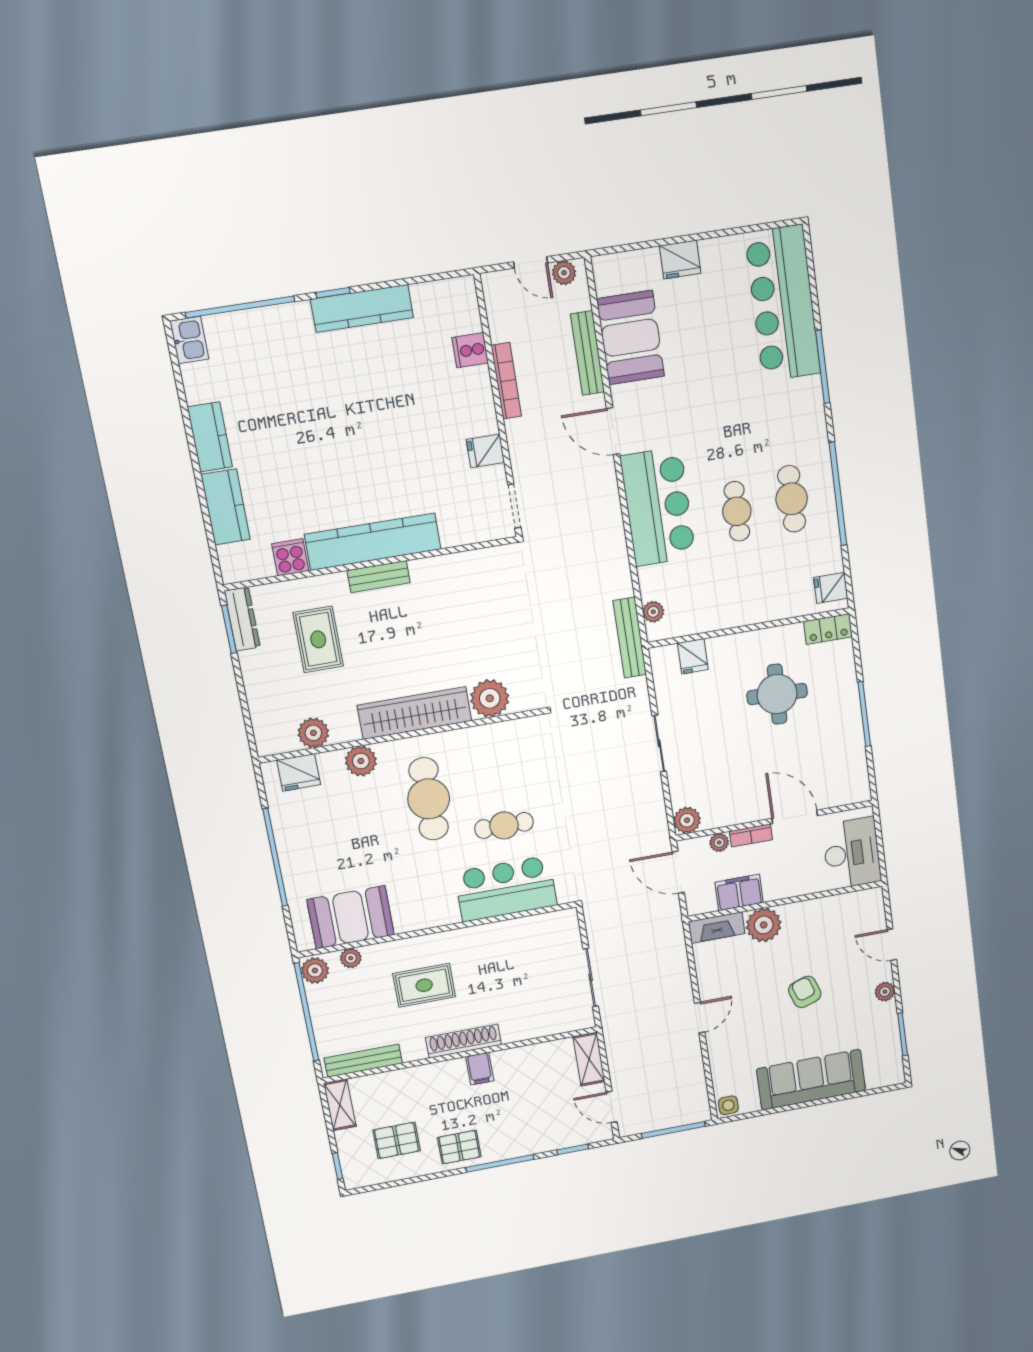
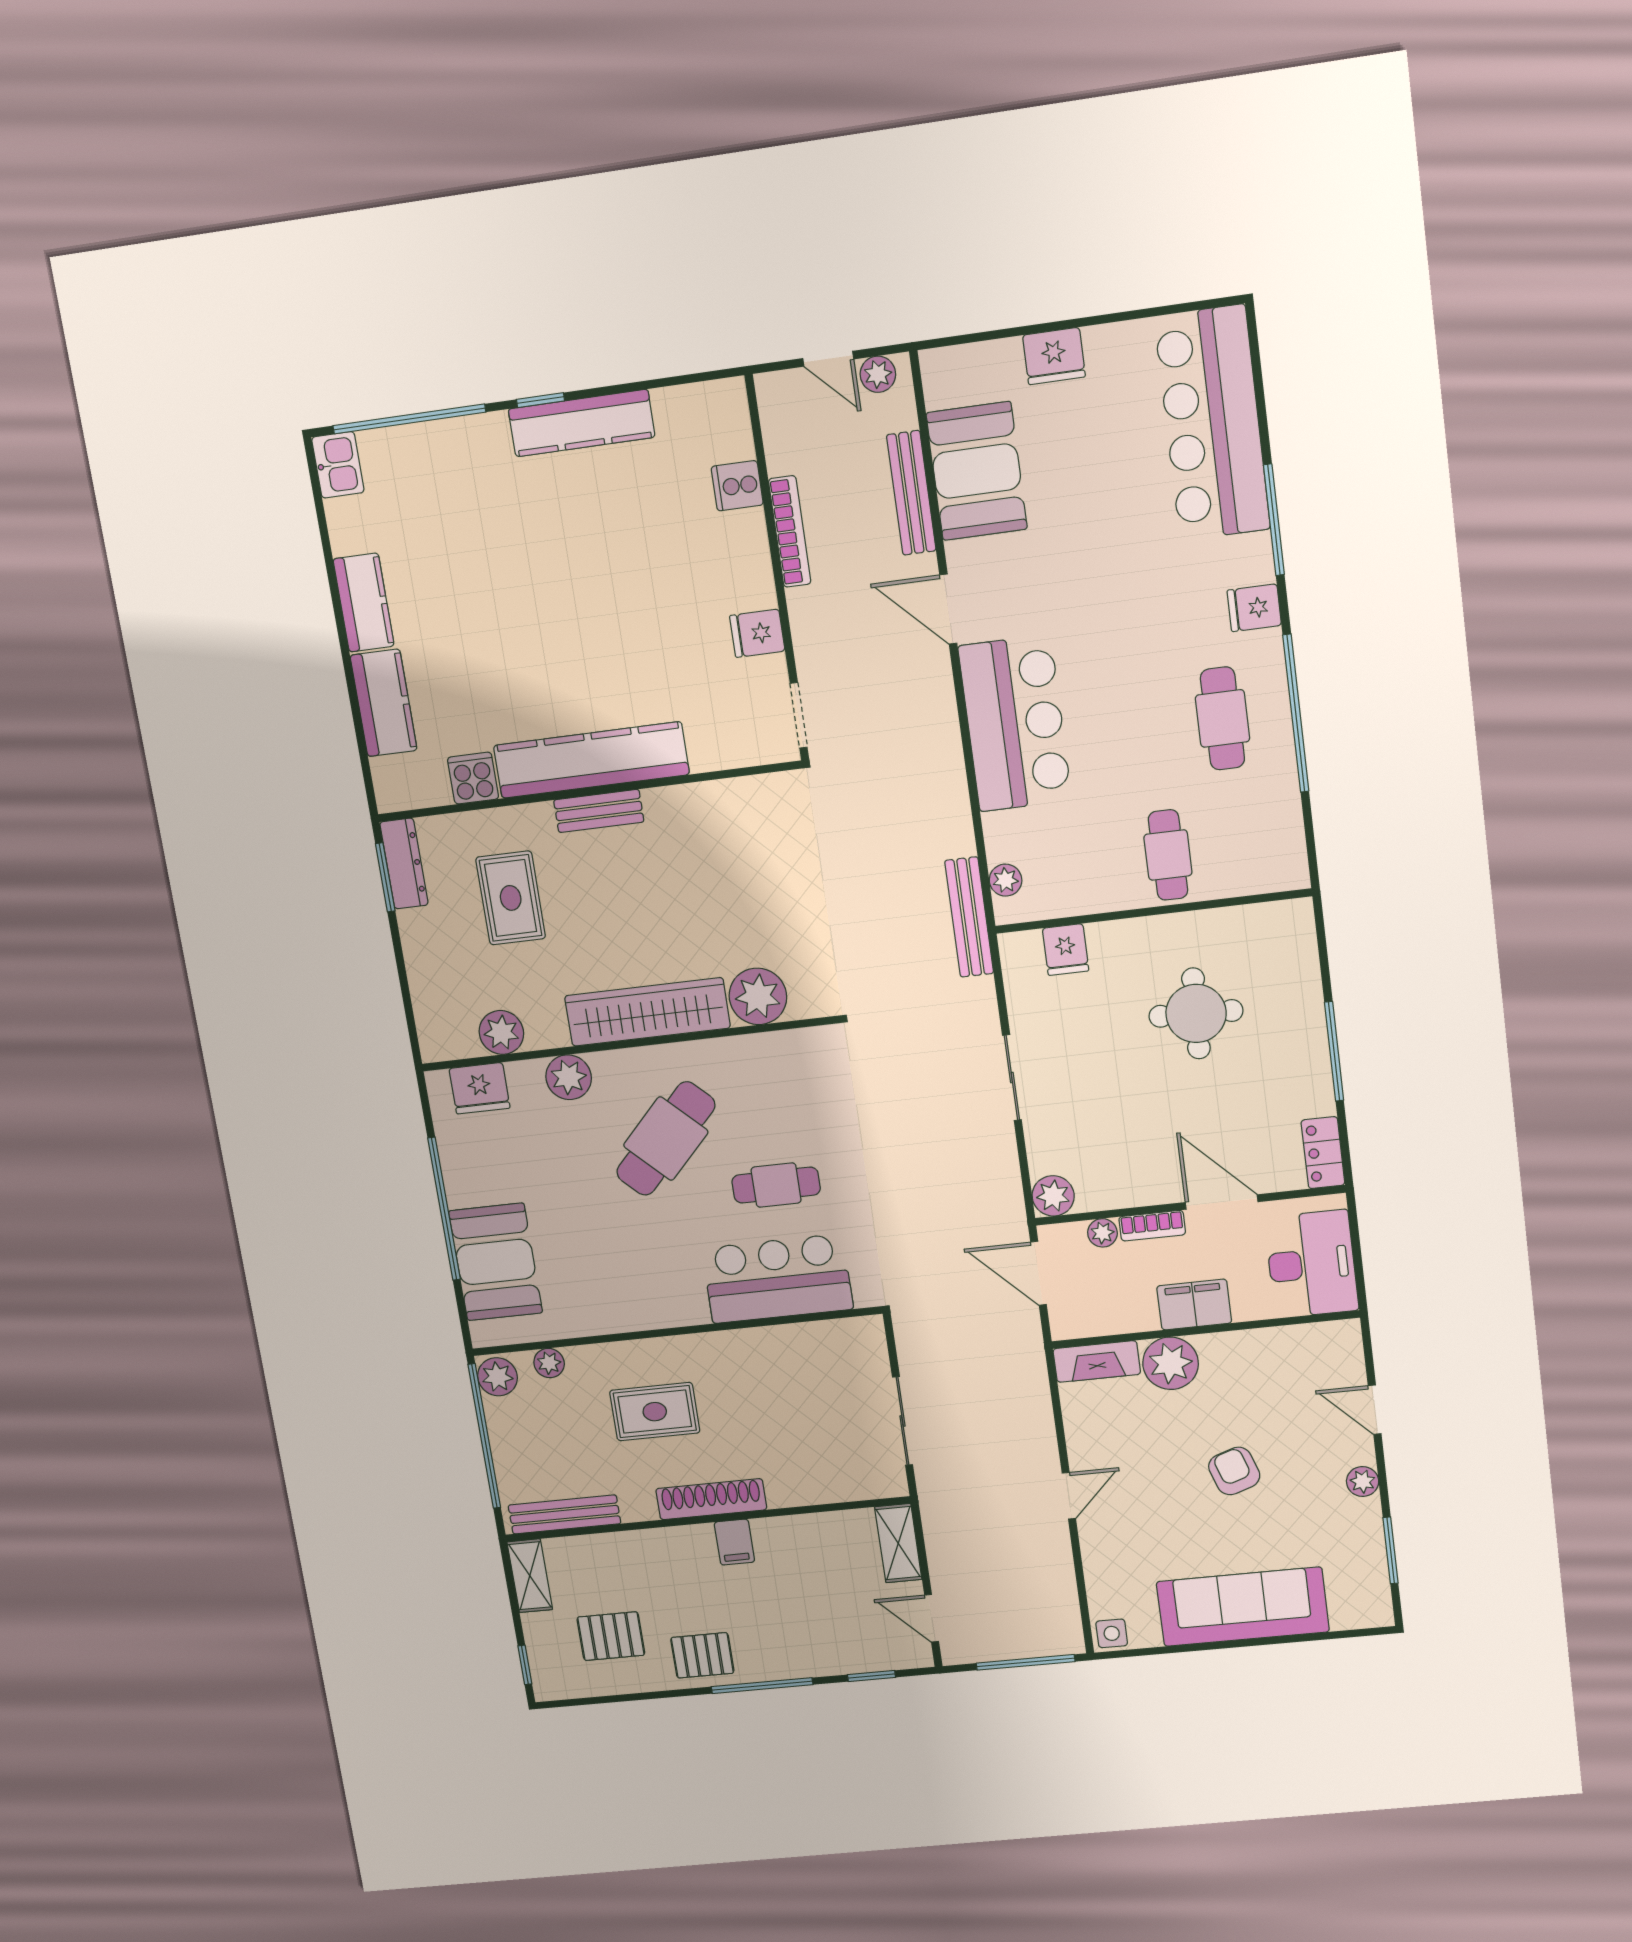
cafe table: (737, 511) -> (1168, 855), moved
fridge: (831, 588) -> (1254, 608), moved
locker: (828, 629) -> (1323, 1153), moved, turned 90
cafe table: (429, 799) -> (666, 1139), turned 44
filing cabinet: (739, 892) -> (1194, 1305), moved
booth: (351, 917) -> (496, 1262), moved, turned 90

